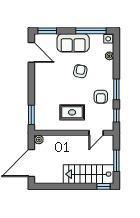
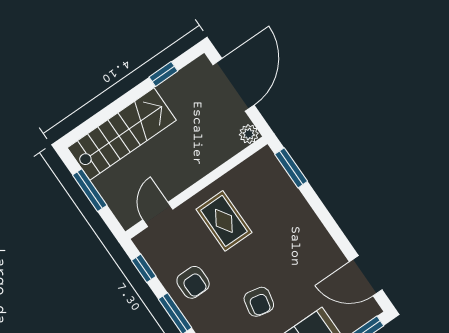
armchair: (101, 97) -> (193, 282), turned 180
rug: (72, 112) -> (224, 221), turned 90
window: (103, 186) -> (163, 74), moved

